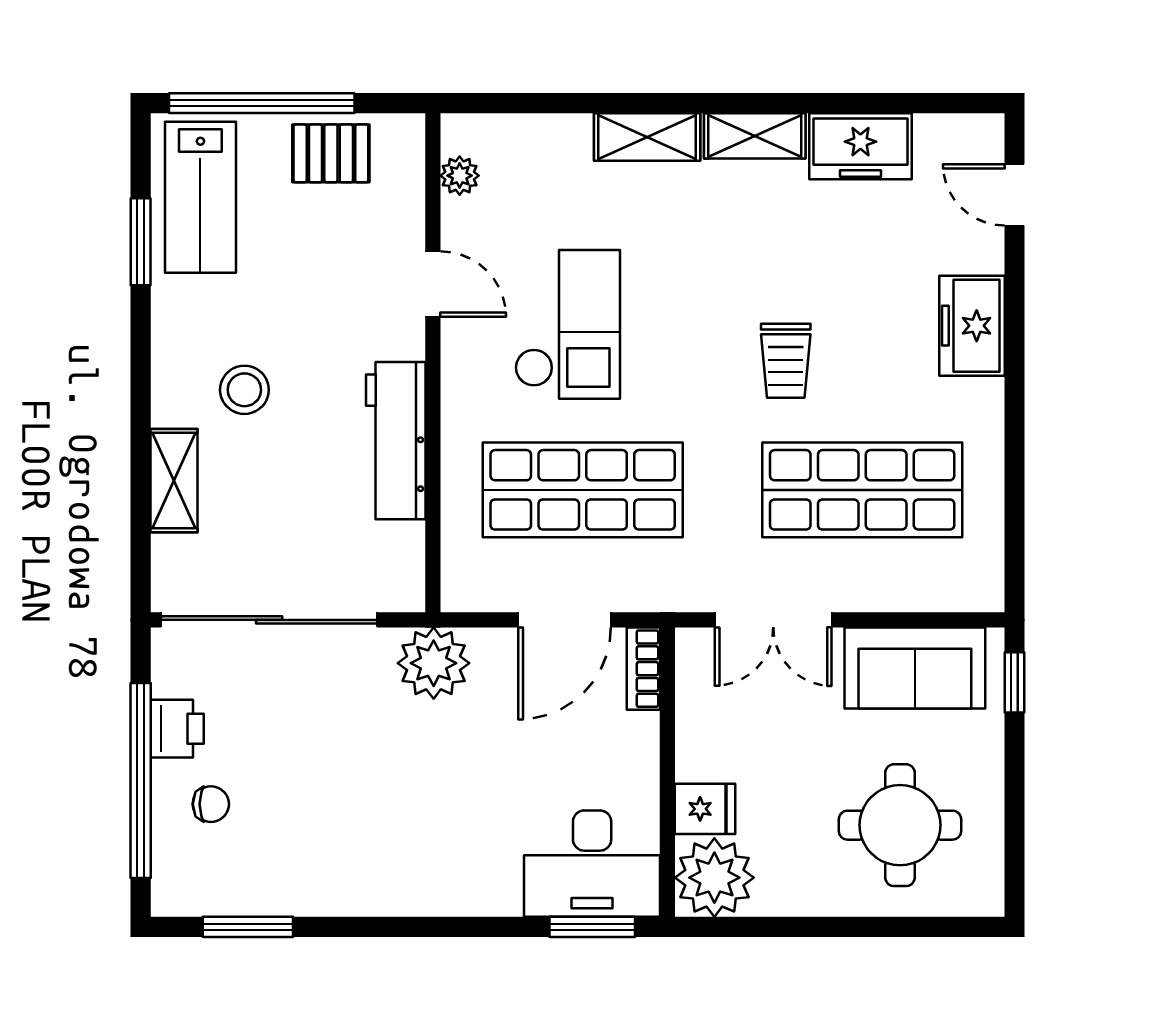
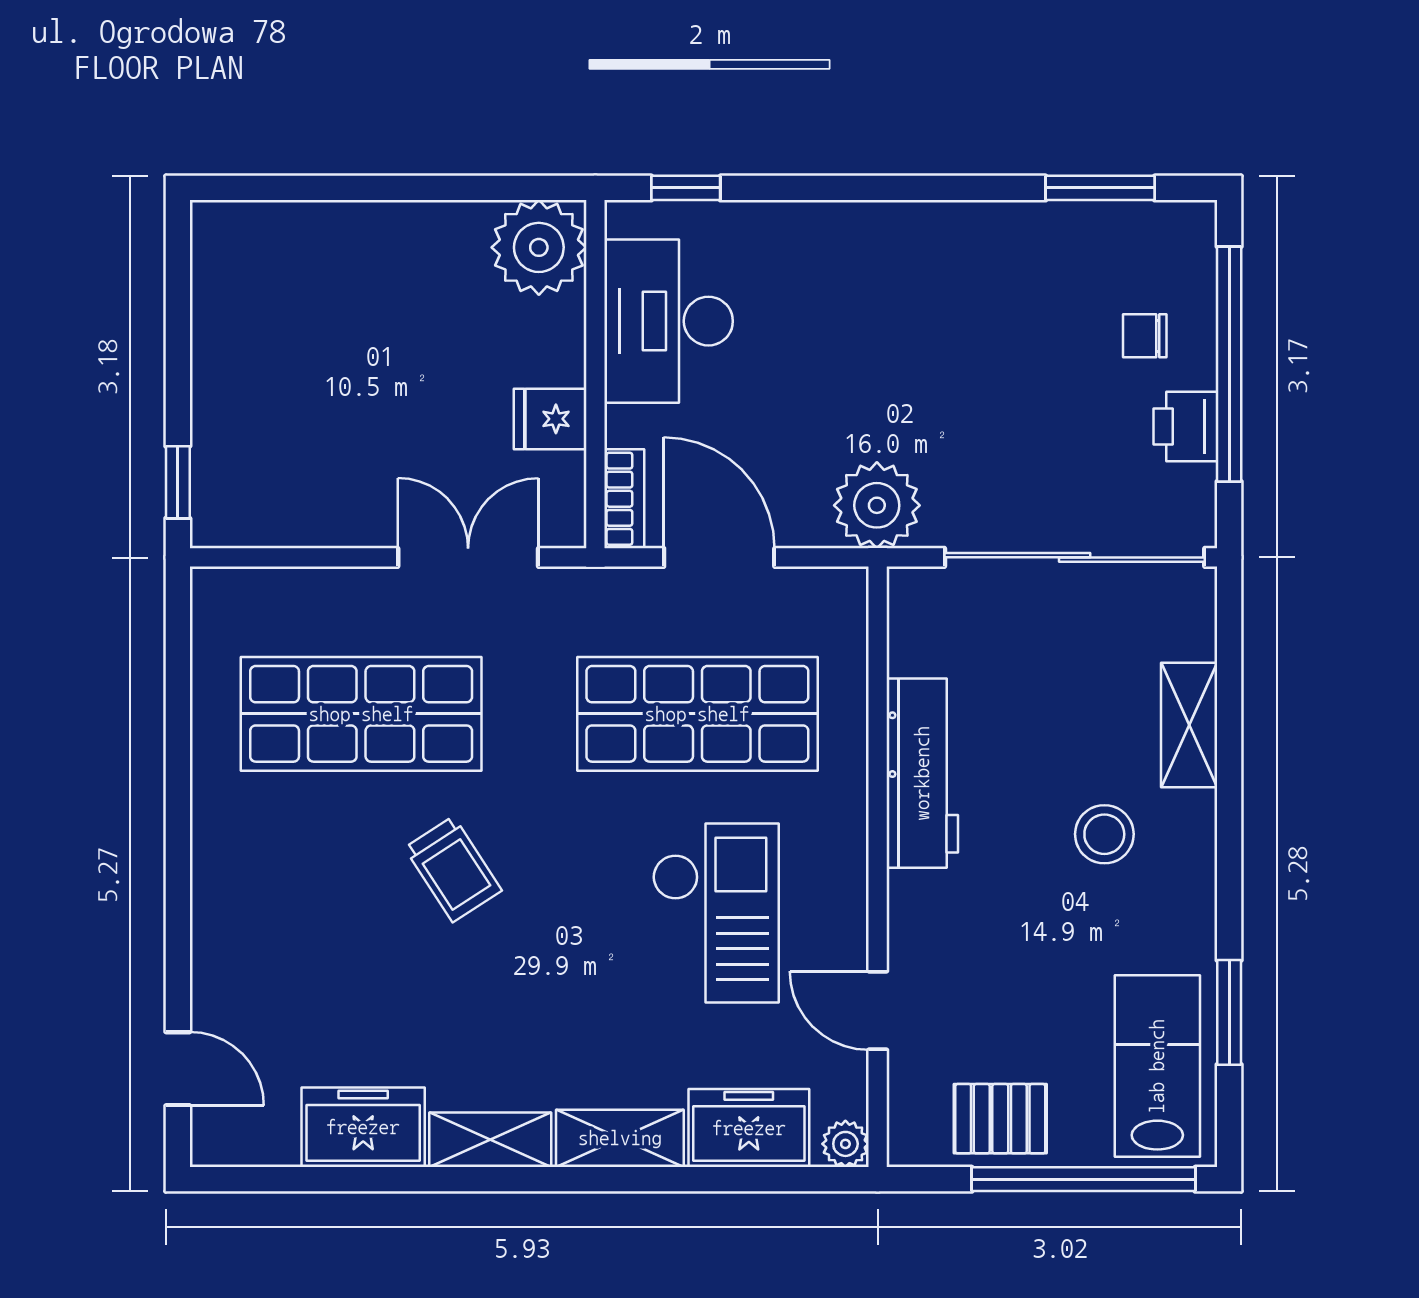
plant: (460, 176) -> (845, 1144), moved
door: (433, 284) -> (878, 1011), moved
checkout: (567, 324) -> (716, 913), turned 180
freezer: (972, 326) -> (749, 1128), moved, turned -90
trolley: (786, 361) -> (453, 869), turned 147
door: (565, 620) -> (719, 557), hinge flipped
sofa: (915, 668) -> (298, 499), removed
fridge: (705, 809) -> (550, 419), moved
round table: (900, 825) -> (316, 310), removed
desk: (592, 864) -> (669, 321), moved, turned -90
window: (592, 927) -> (686, 188), width x0.67

